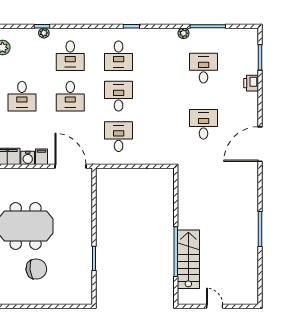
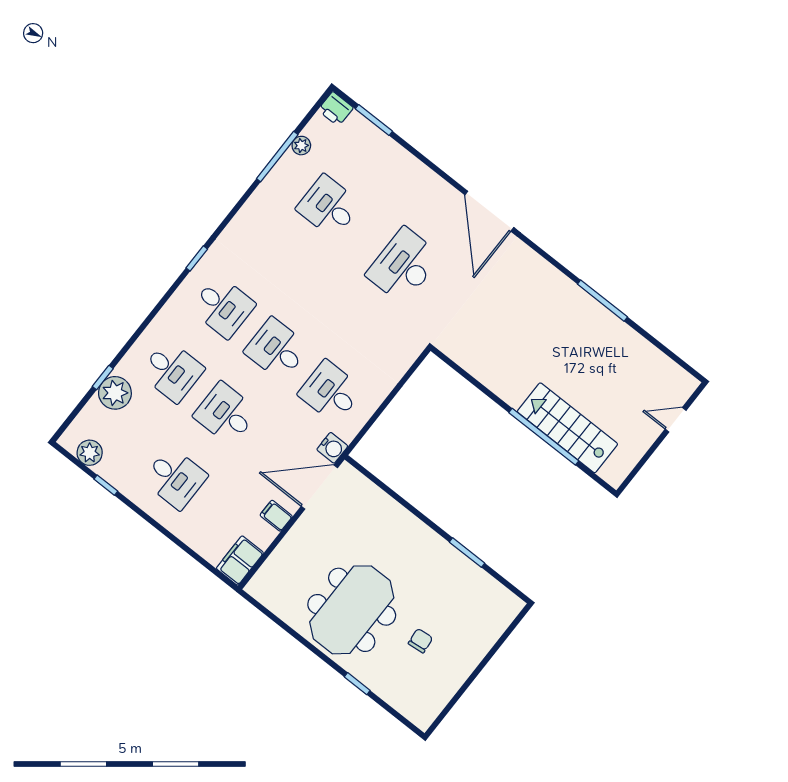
plant: (44, 33) -> (115, 393), width x1.88, depth x1.88
plant: (184, 33) -> (301, 146), moved
printer: (251, 83) -> (336, 109), moved
desk: (70, 96) -> (226, 414), turned 180
desk: (204, 124) -> (404, 266), width x1.37
water cooler: (28, 158) -> (332, 448), moved
chair: (36, 269) -> (420, 641), width x0.54, depth x0.54
door: (215, 306) -> (676, 420), moved

